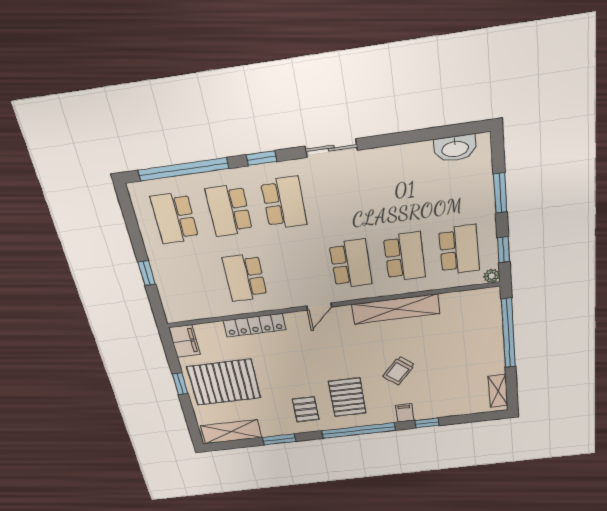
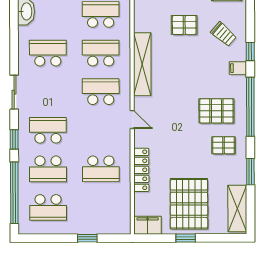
school desk: (396, 187) -> (48, 53), added
pallet: (454, 350) -> (184, 25), added
trolley: (399, 371) -> (224, 34), moved

